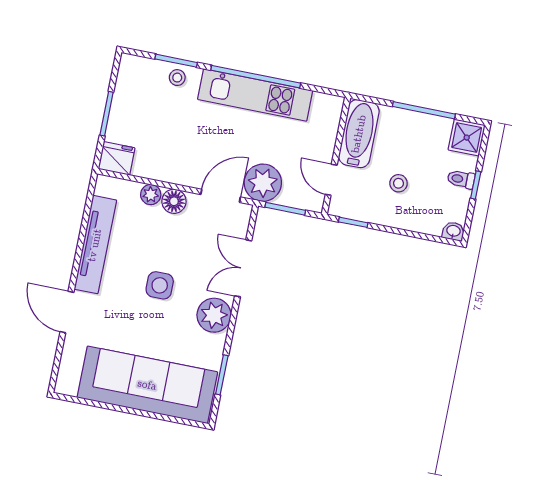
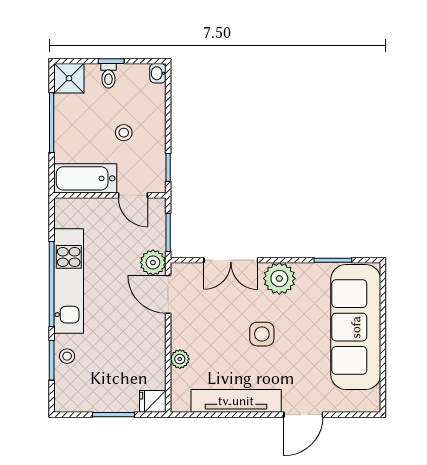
fridge: (117, 158) -> (153, 401), width x0.72
door: (331, 180) -> (133, 195), hinge flipped
plant: (263, 183) -> (153, 263), width x0.73, depth x0.73
floor lamp: (174, 201) -> (182, 336), removed

